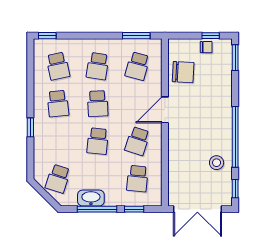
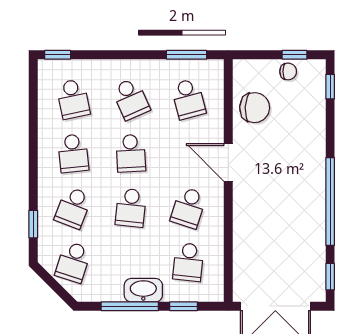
window: (235, 58) -> (330, 87), width x0.67
school desk: (98, 66) -> (131, 99), turned -33
school desk: (137, 66) -> (188, 99), turned -30
door: (165, 110) -> (228, 162), hinge flipped
window: (30, 127) -> (33, 224), moved
school desk: (58, 141) -> (73, 208), added
stool: (217, 163) -> (303, 239), removed
washbasin: (91, 198) -> (143, 290), moved

